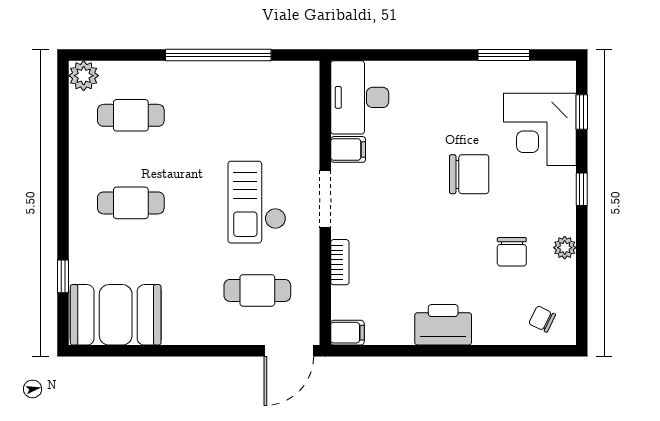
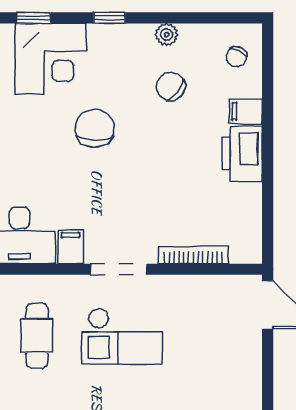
chair: (512, 252) -> (171, 86), turned -142
bookcase: (340, 262) -> (193, 255), width x1.56
cafe table: (257, 290) -> (37, 336), moved
filing cabinet: (347, 333) -> (246, 111), moved, turned -90

